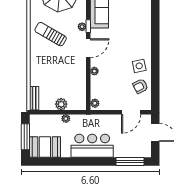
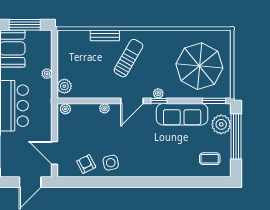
sun lounger: (51, 34) -> (128, 58), moved
door: (88, 48) -> (132, 101), hinge flipped
bench: (34, 98) -> (105, 35), moved
plant: (61, 104) -> (64, 86), moved

